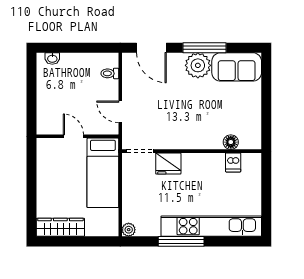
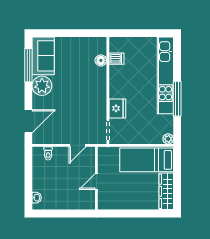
window: (204, 48) -> (28, 65), moved
bed: (103, 173) -> (147, 160), moved, turned 180

